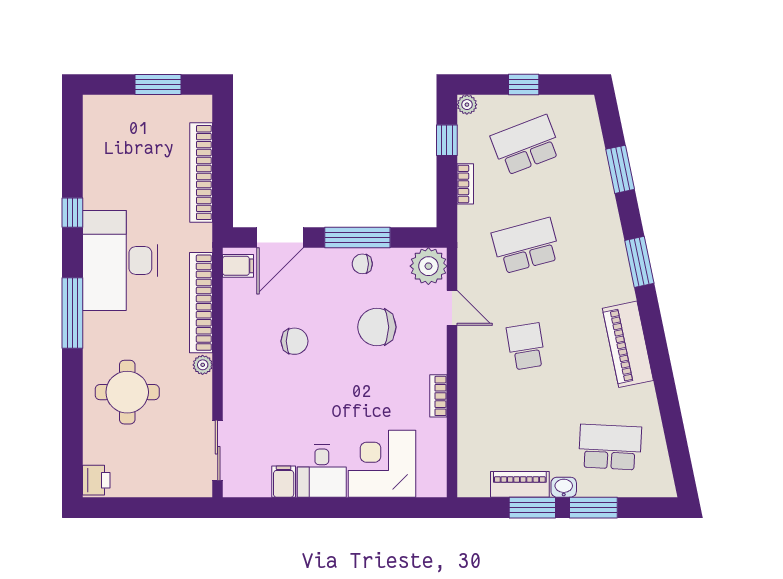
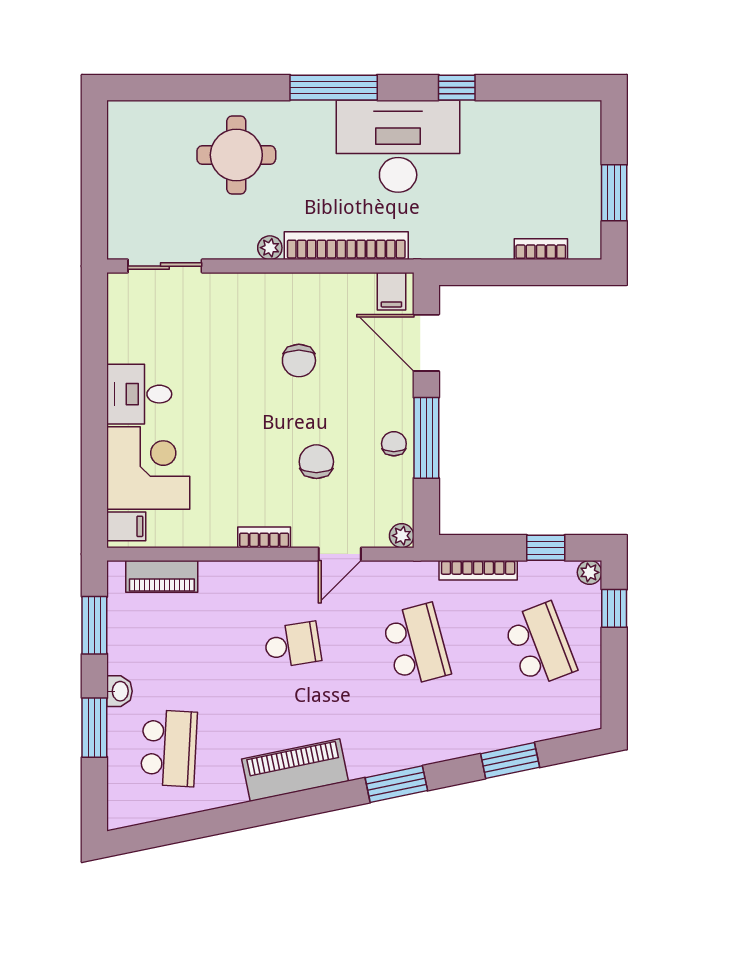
window: (524, 85) -> (614, 608), moved
bookcase: (201, 173) -> (541, 249), width x0.43, depth x0.76
bookcase: (465, 184) -> (478, 570), width x1.56
plant: (428, 266) -> (402, 536), width x0.53, depth x0.53
chair: (377, 327) -> (316, 462), width x0.73, depth x0.73
bookcase: (438, 396) -> (264, 537), moved
printer: (96, 480) -> (128, 117), removed
filing cabinet: (284, 482) -> (126, 526), moved
piano: (520, 484) -> (162, 576), moved, turned 90
window: (532, 508) -> (94, 625), moved

